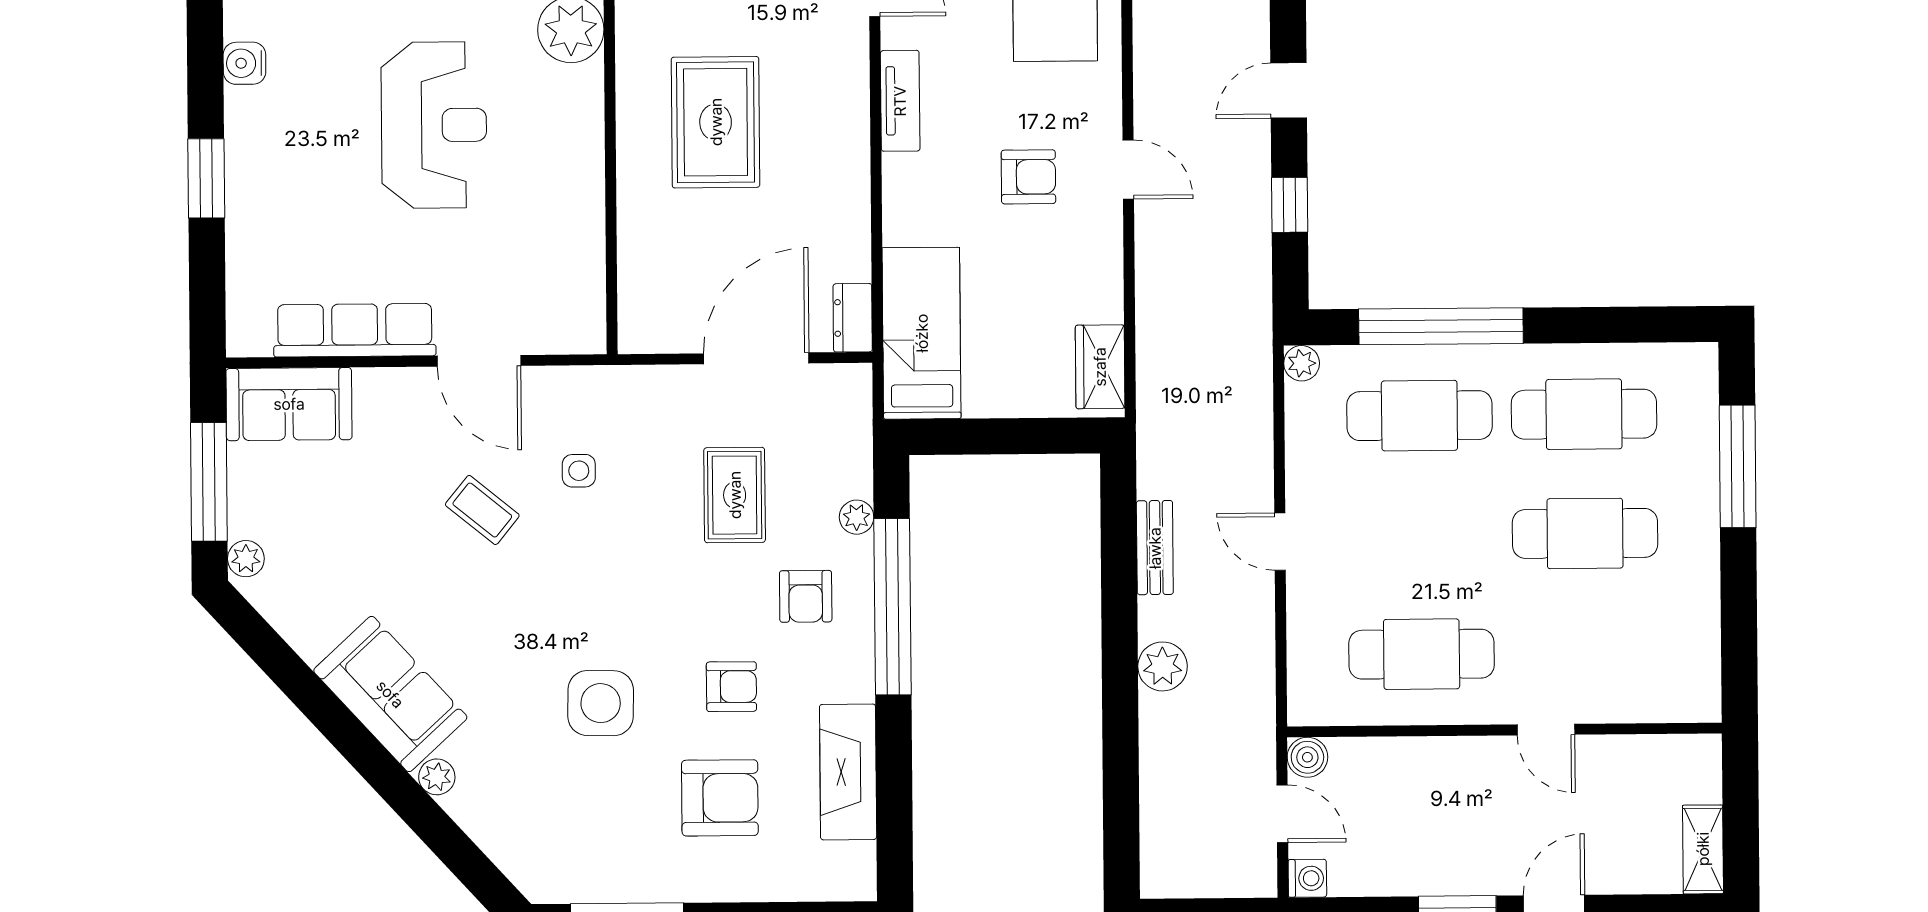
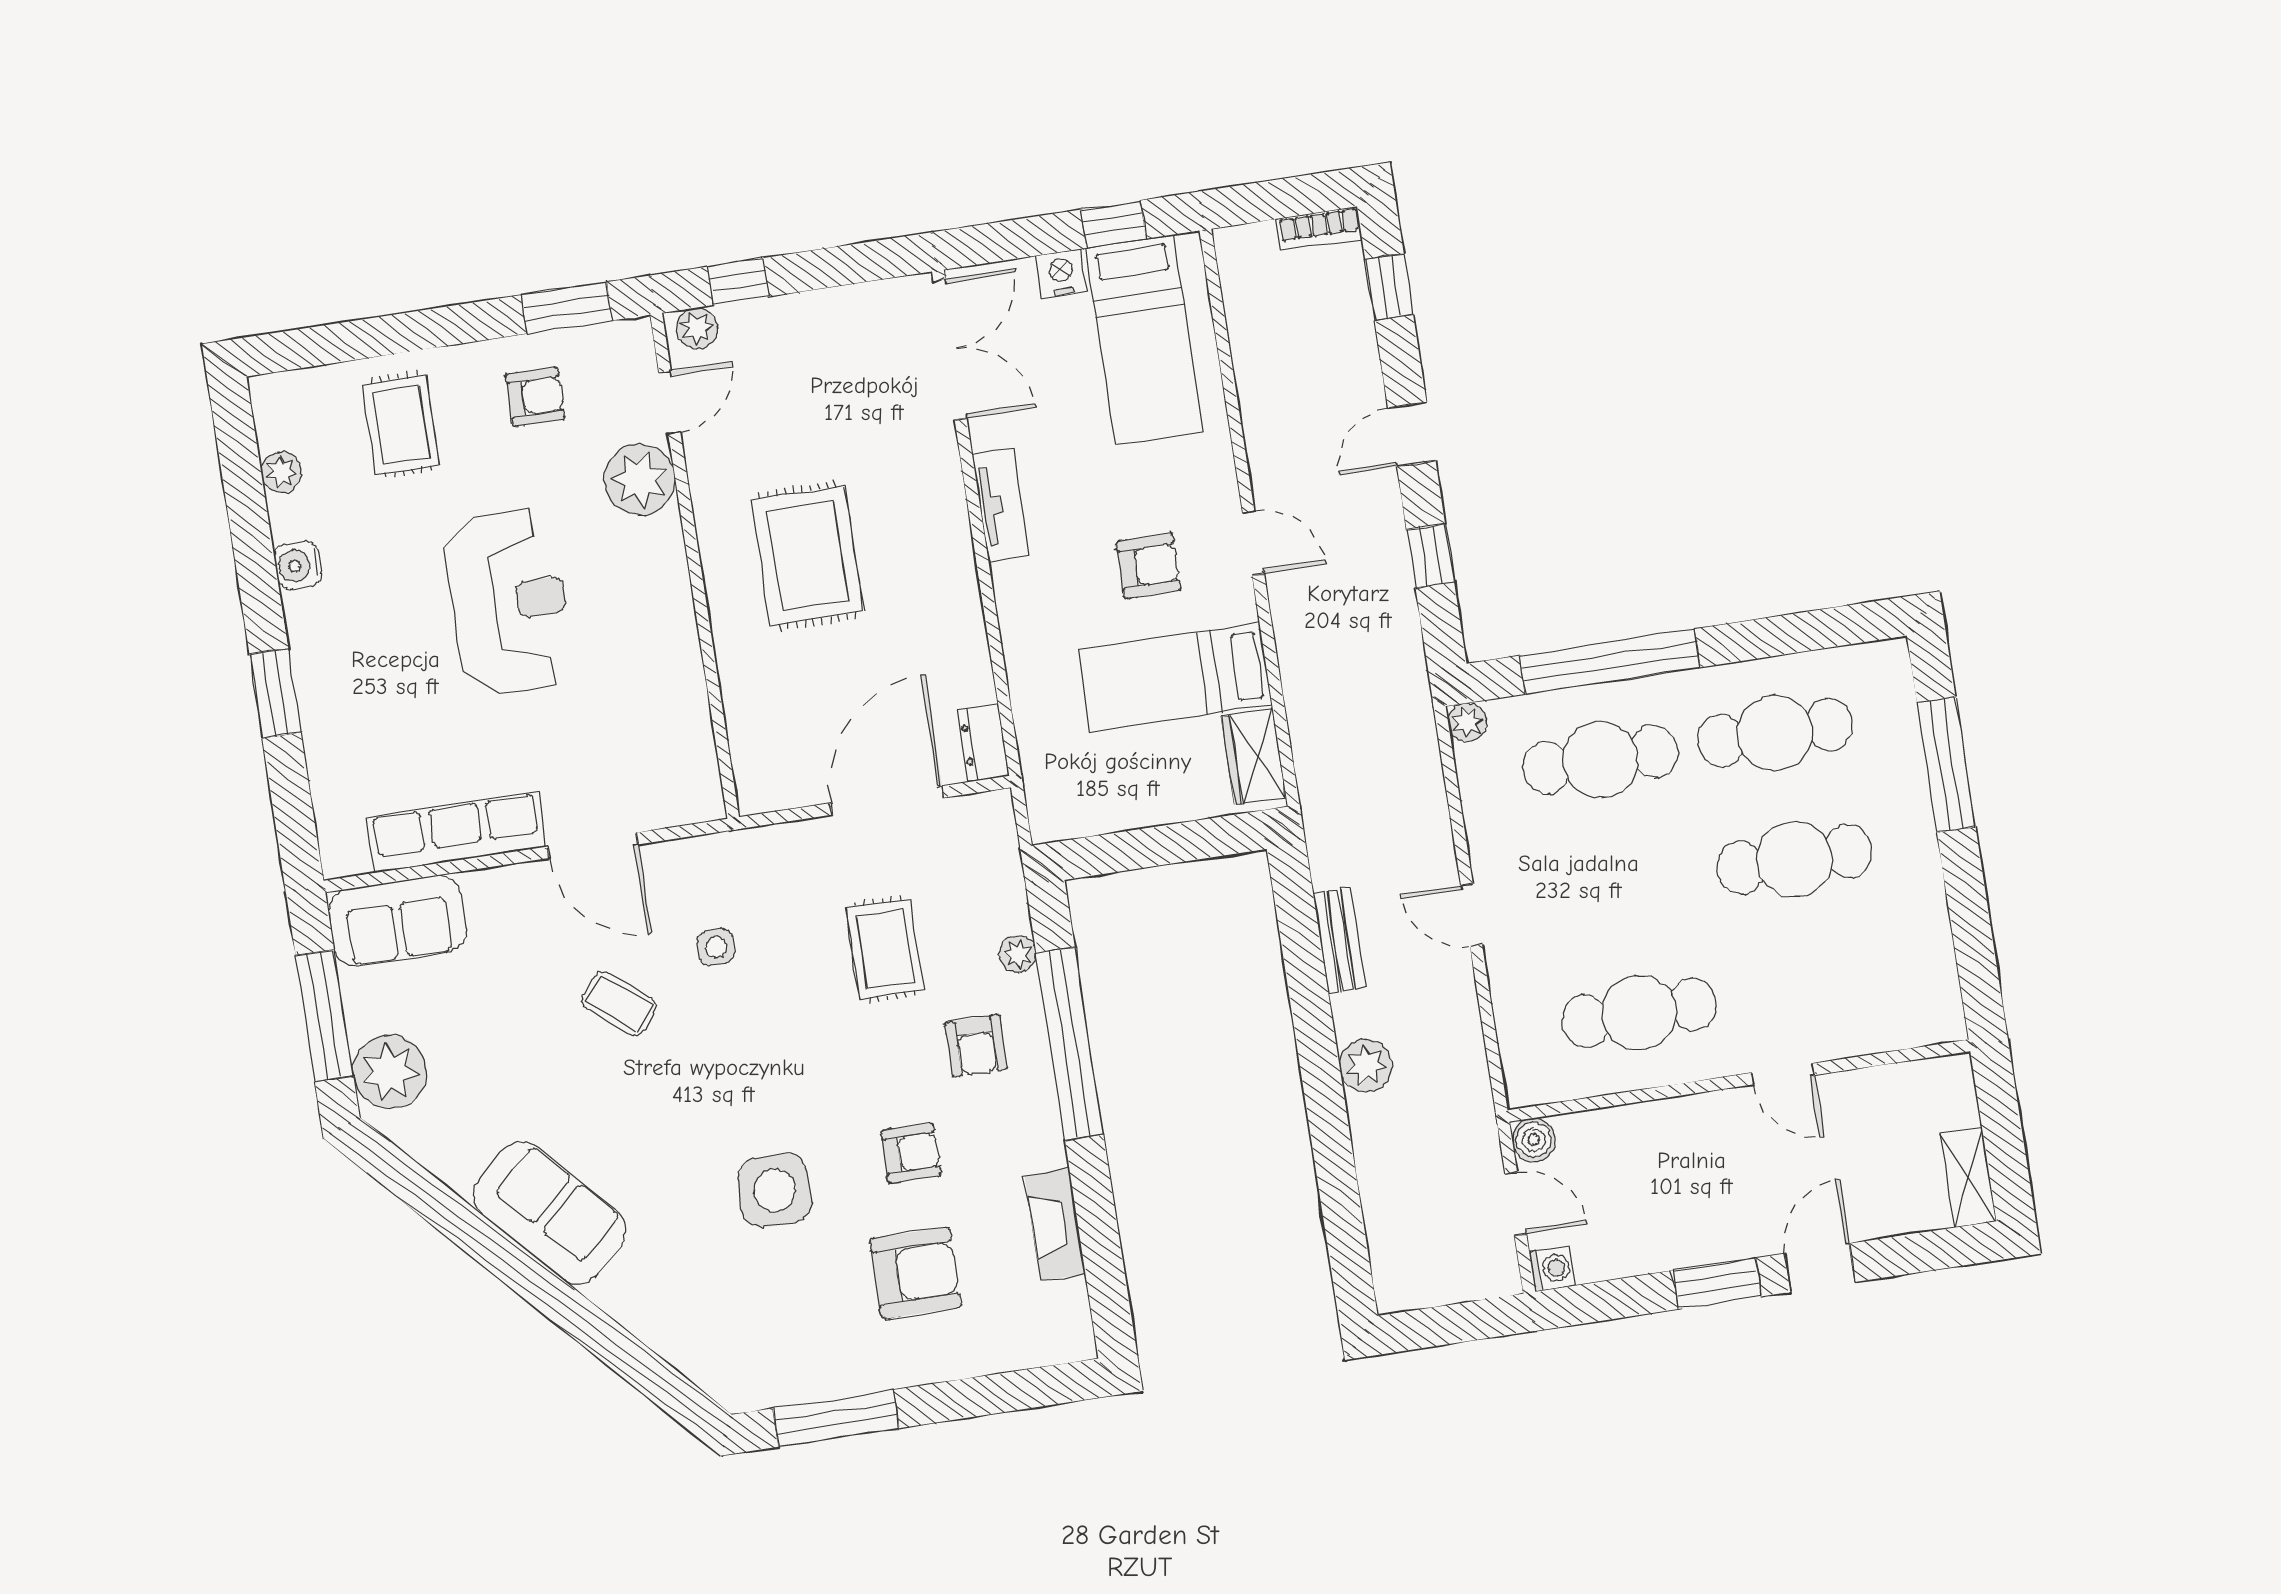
bed: (922, 333) -> (1175, 677), moved, turned -90
plant: (246, 559) -> (390, 1072), width x1.87, depth x1.87
fireplace: (848, 772) -> (1055, 1225), width x0.73, depth x0.76
plant: (437, 777) -> (612, 1294), removed

